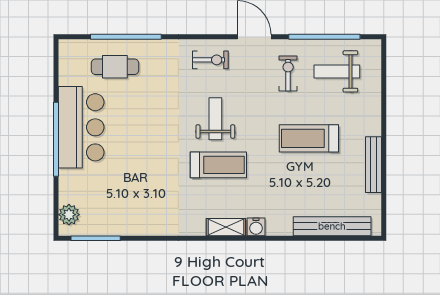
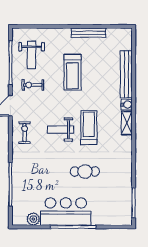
cafe table: (115, 67) -> (85, 171), moved, turned 90
plant: (69, 215) -> (33, 219), moved
bench: (332, 226) -> (126, 74), moved

